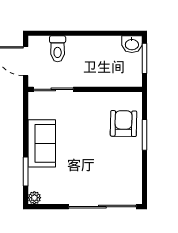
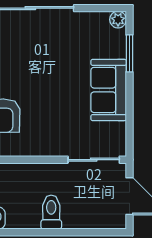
toilet: (58, 49) -> (51, 212), moved

